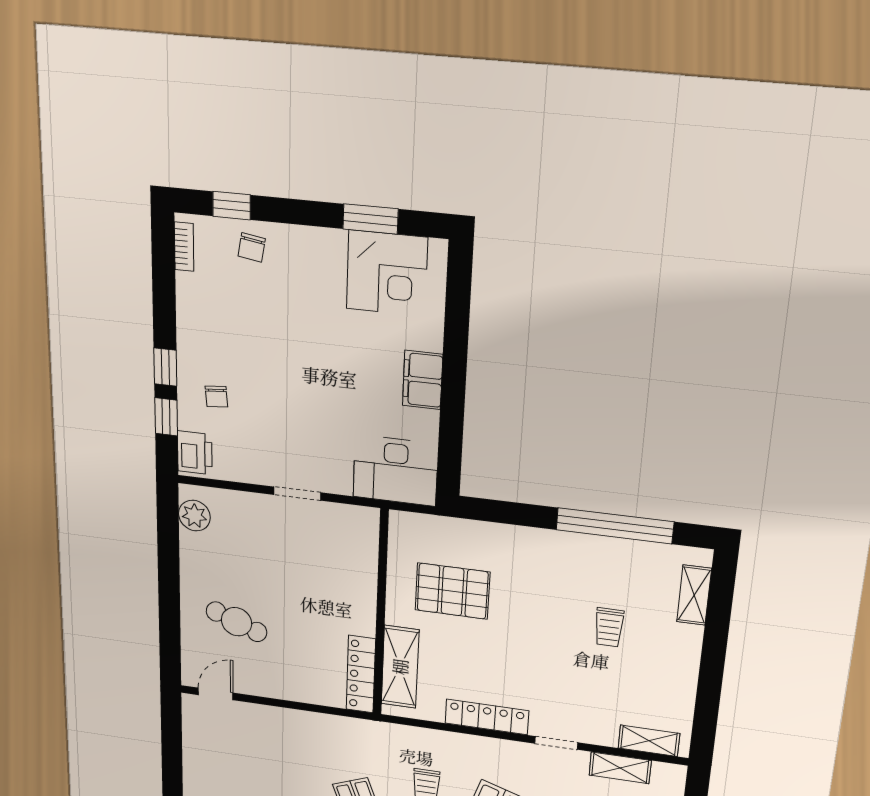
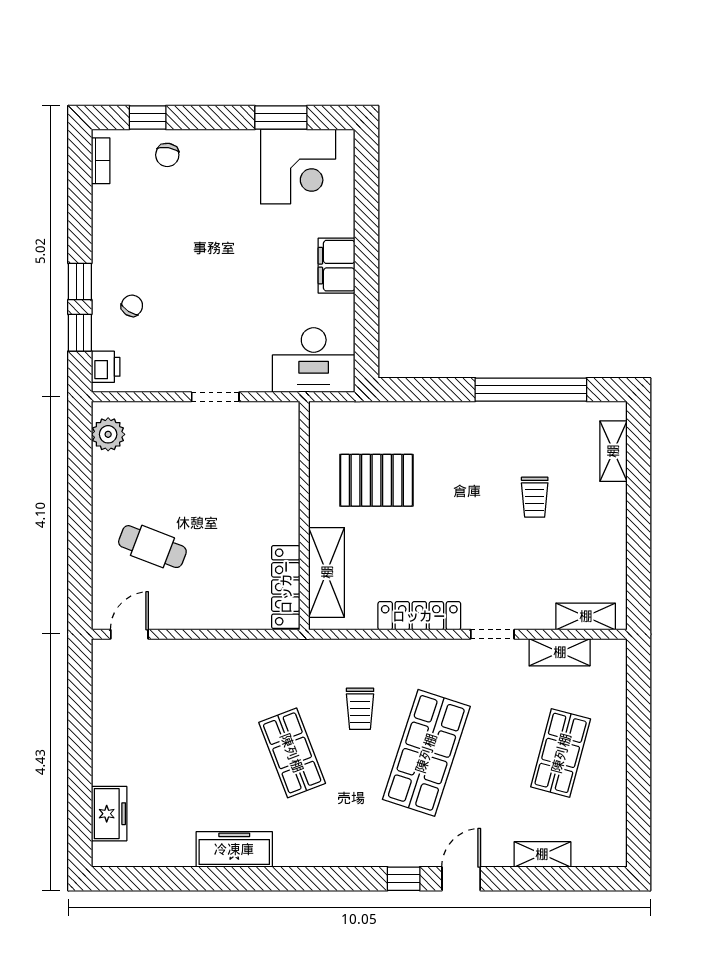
chair: (216, 397) -> (132, 306), turned -142
printer: (195, 453) -> (106, 367), width x0.73, depth x0.81

